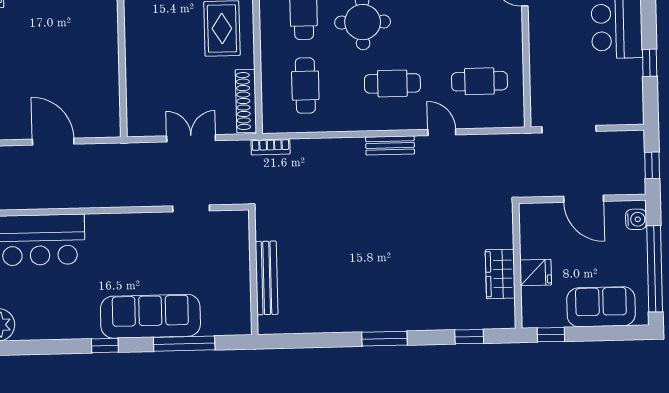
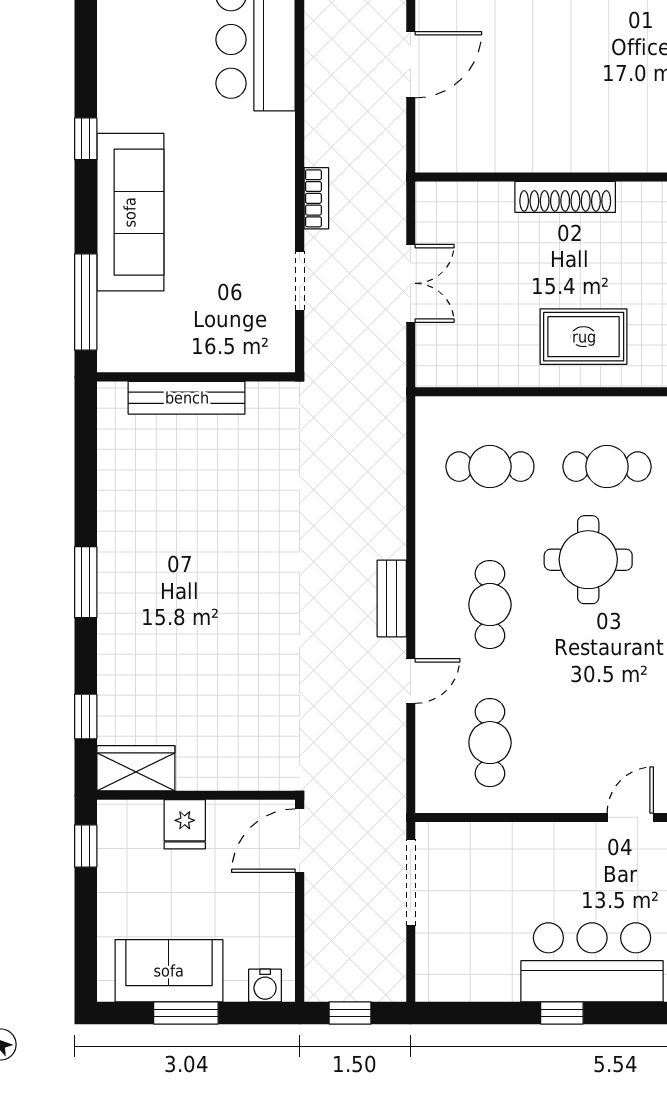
window: (650, 63) -> (562, 1013), moved
shoe rack: (246, 101) -> (565, 197), moved, turned 180
bookcase: (271, 147) -> (316, 198), moved, turned 180
door: (584, 199) -> (300, 841), moved
window: (655, 269) -> (186, 1013), width x0.47
wardrobe: (500, 274) -> (136, 768), moved
sofa: (601, 307) -> (169, 971), moved, turned -90
window: (184, 344) -> (86, 302), moved

